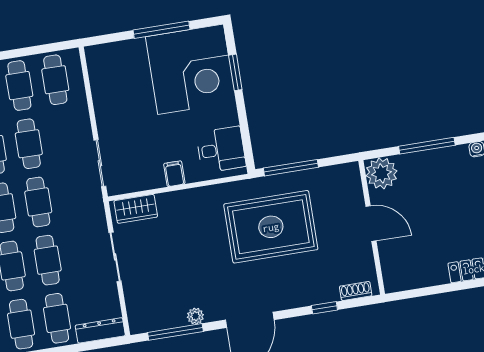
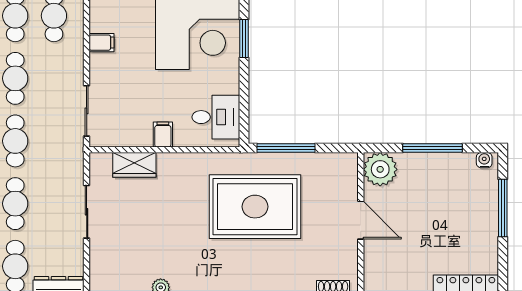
filing cabinet: (104, 98) -> (102, 43), added
wardrobe: (136, 209) -> (134, 165), moved

